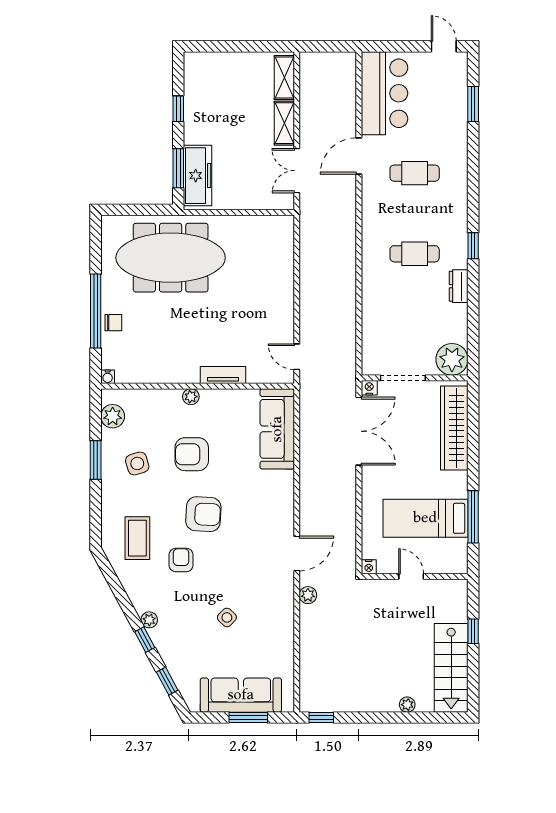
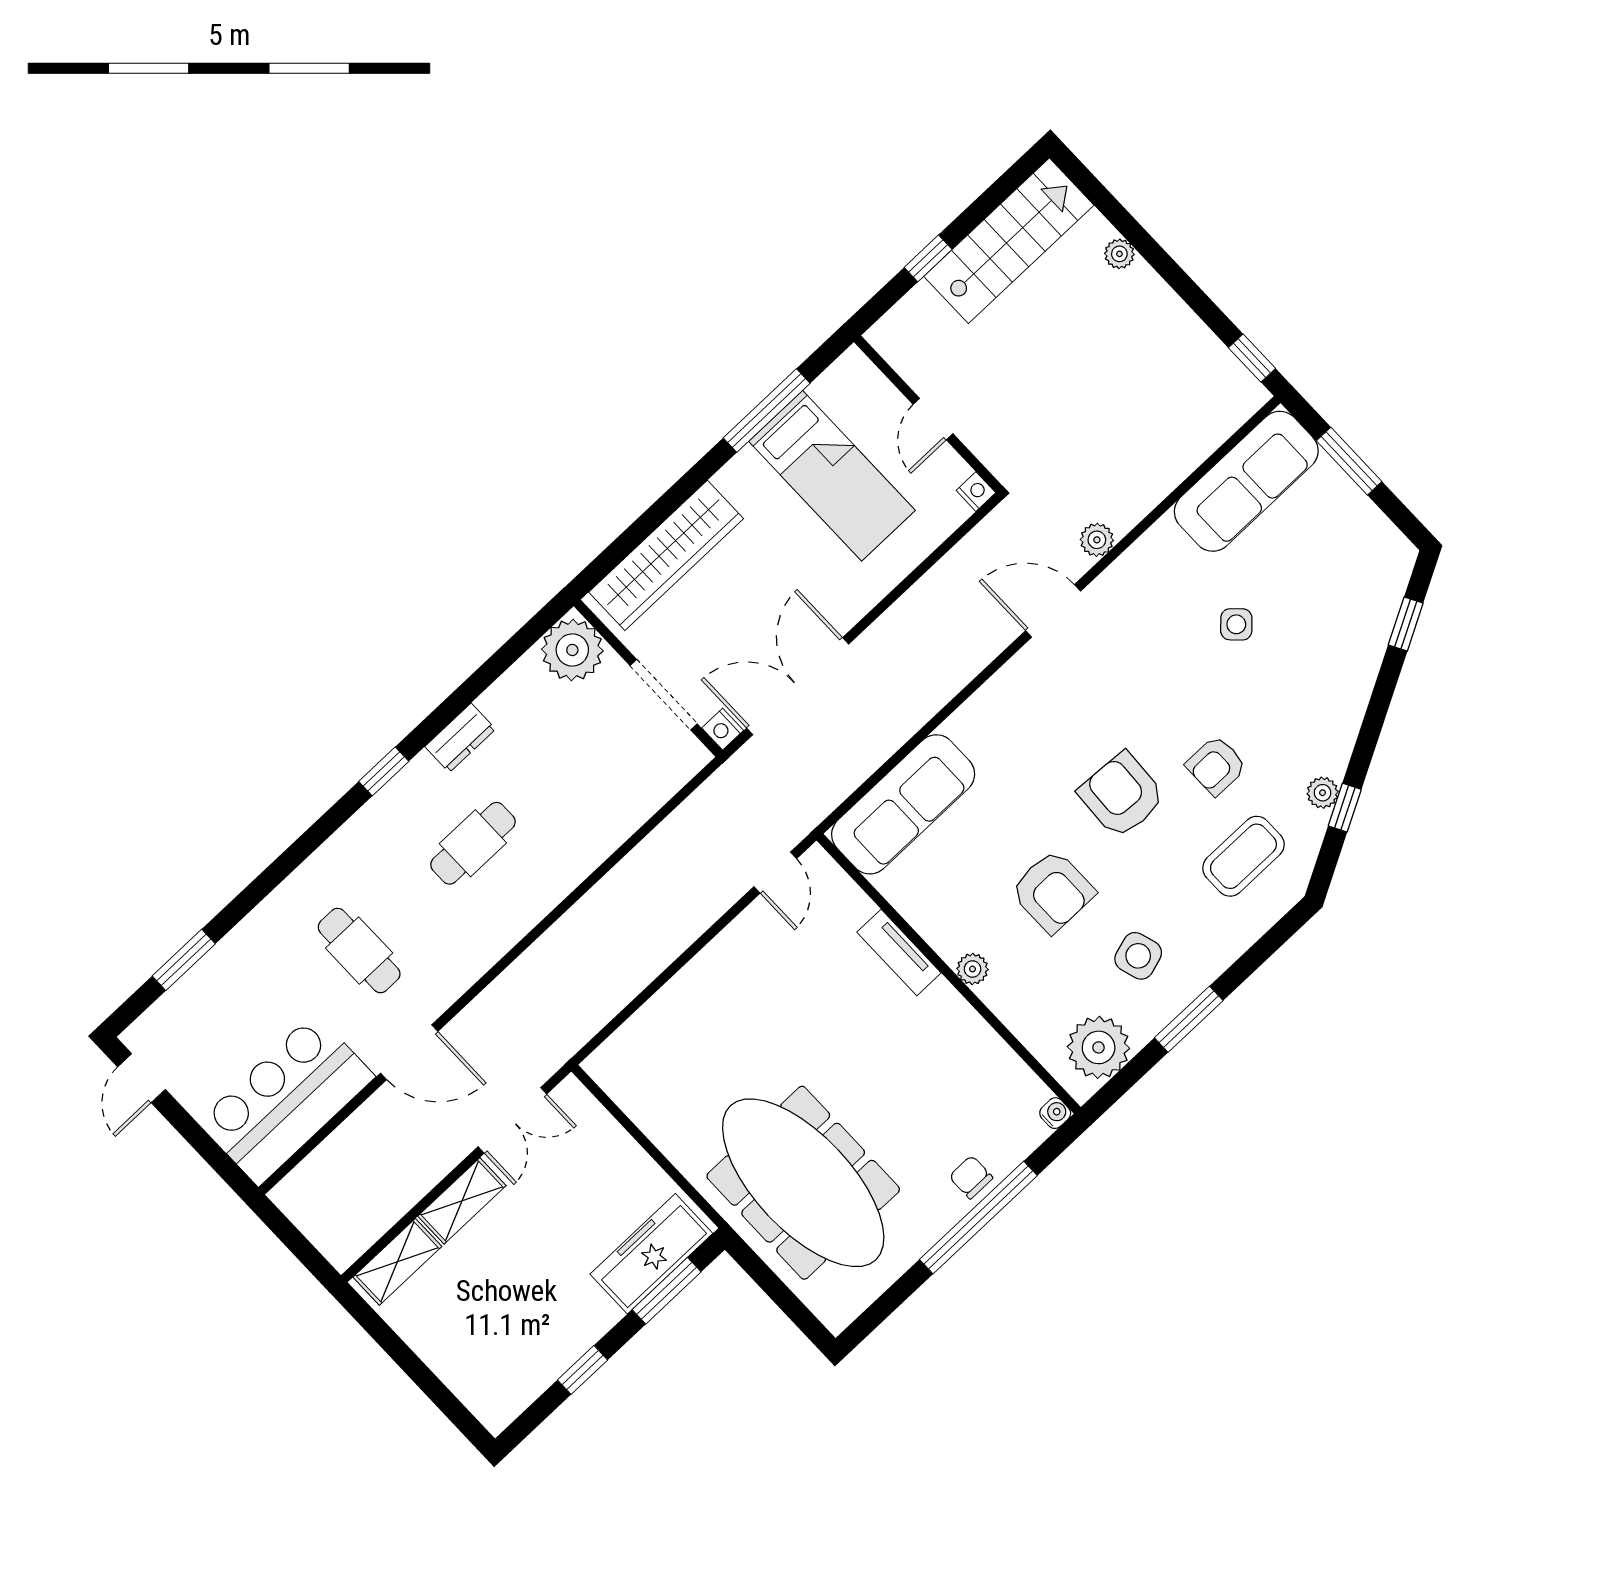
cafe table: (415, 254) -> (473, 843), turned 90
plant: (113, 416) -> (1099, 1047), width x1.36, depth x1.36
plant: (149, 620) -> (1323, 793), moved
window: (145, 640) -> (1345, 808), moved
sofa: (241, 695) -> (1246, 481), moved, turned -90

